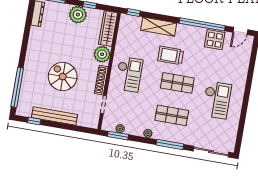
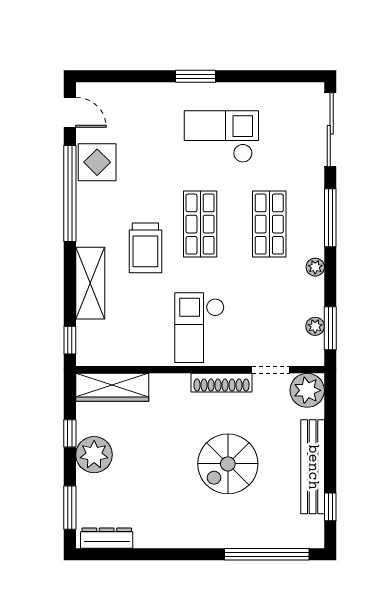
plant: (102, 54) -> (307, 390), moved
checkout: (129, 74) -> (199, 328), turned -90
window: (247, 93) -> (195, 76), added

